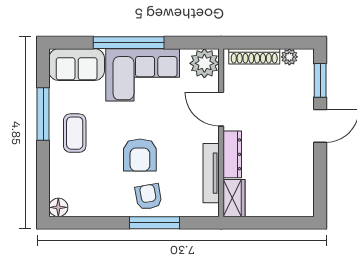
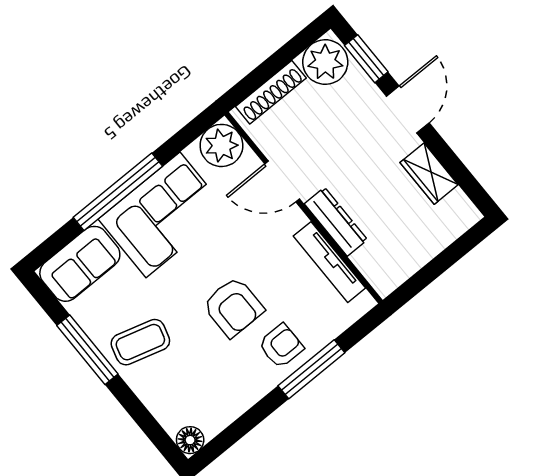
plant: (289, 57) -> (325, 62), width x1.88, depth x1.88
coffee table: (75, 133) -> (140, 342), turned -74
armchair: (148, 197) -> (281, 346), turned 100
wardrobe: (234, 198) -> (429, 174), moved, turned 180

